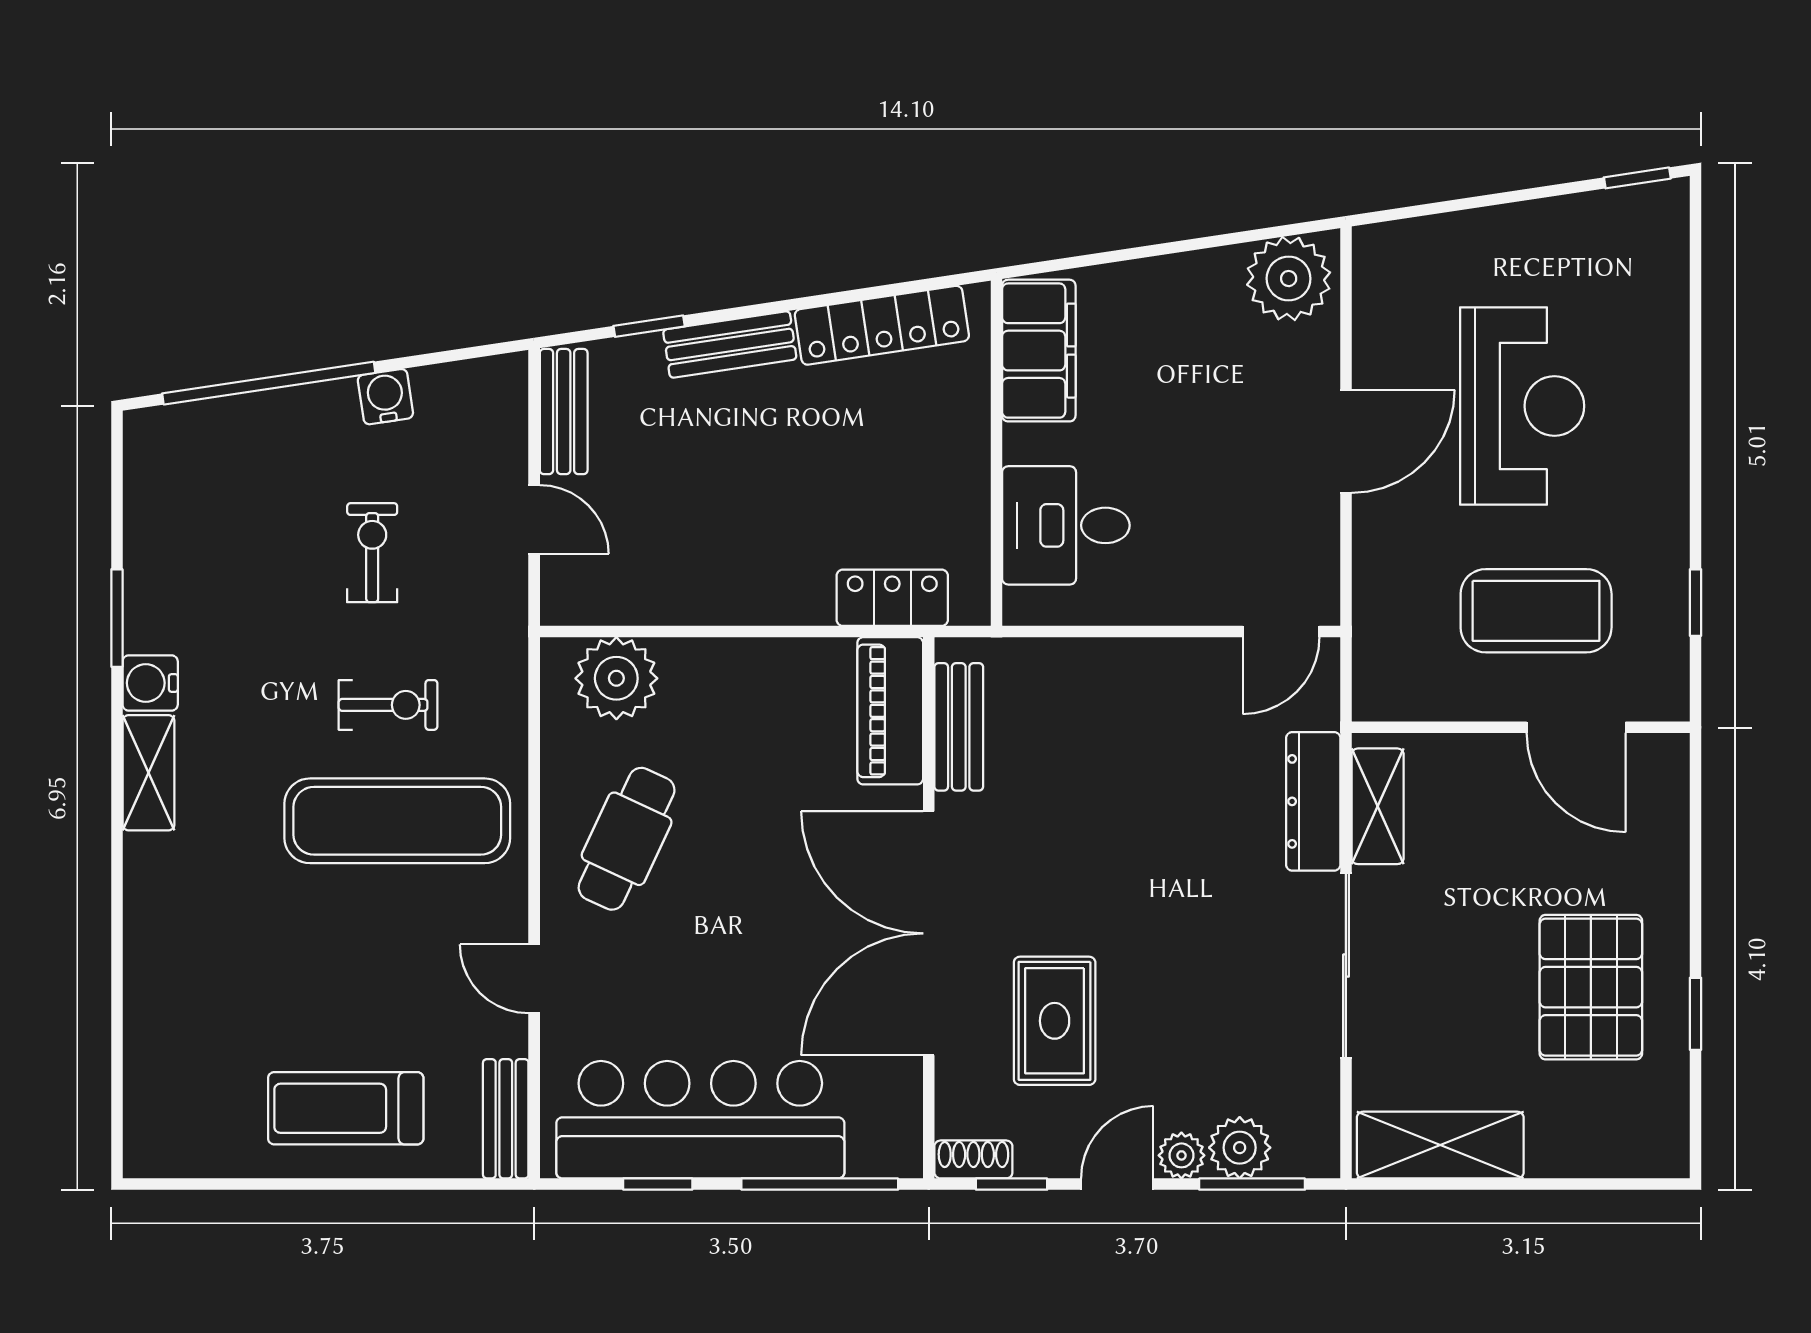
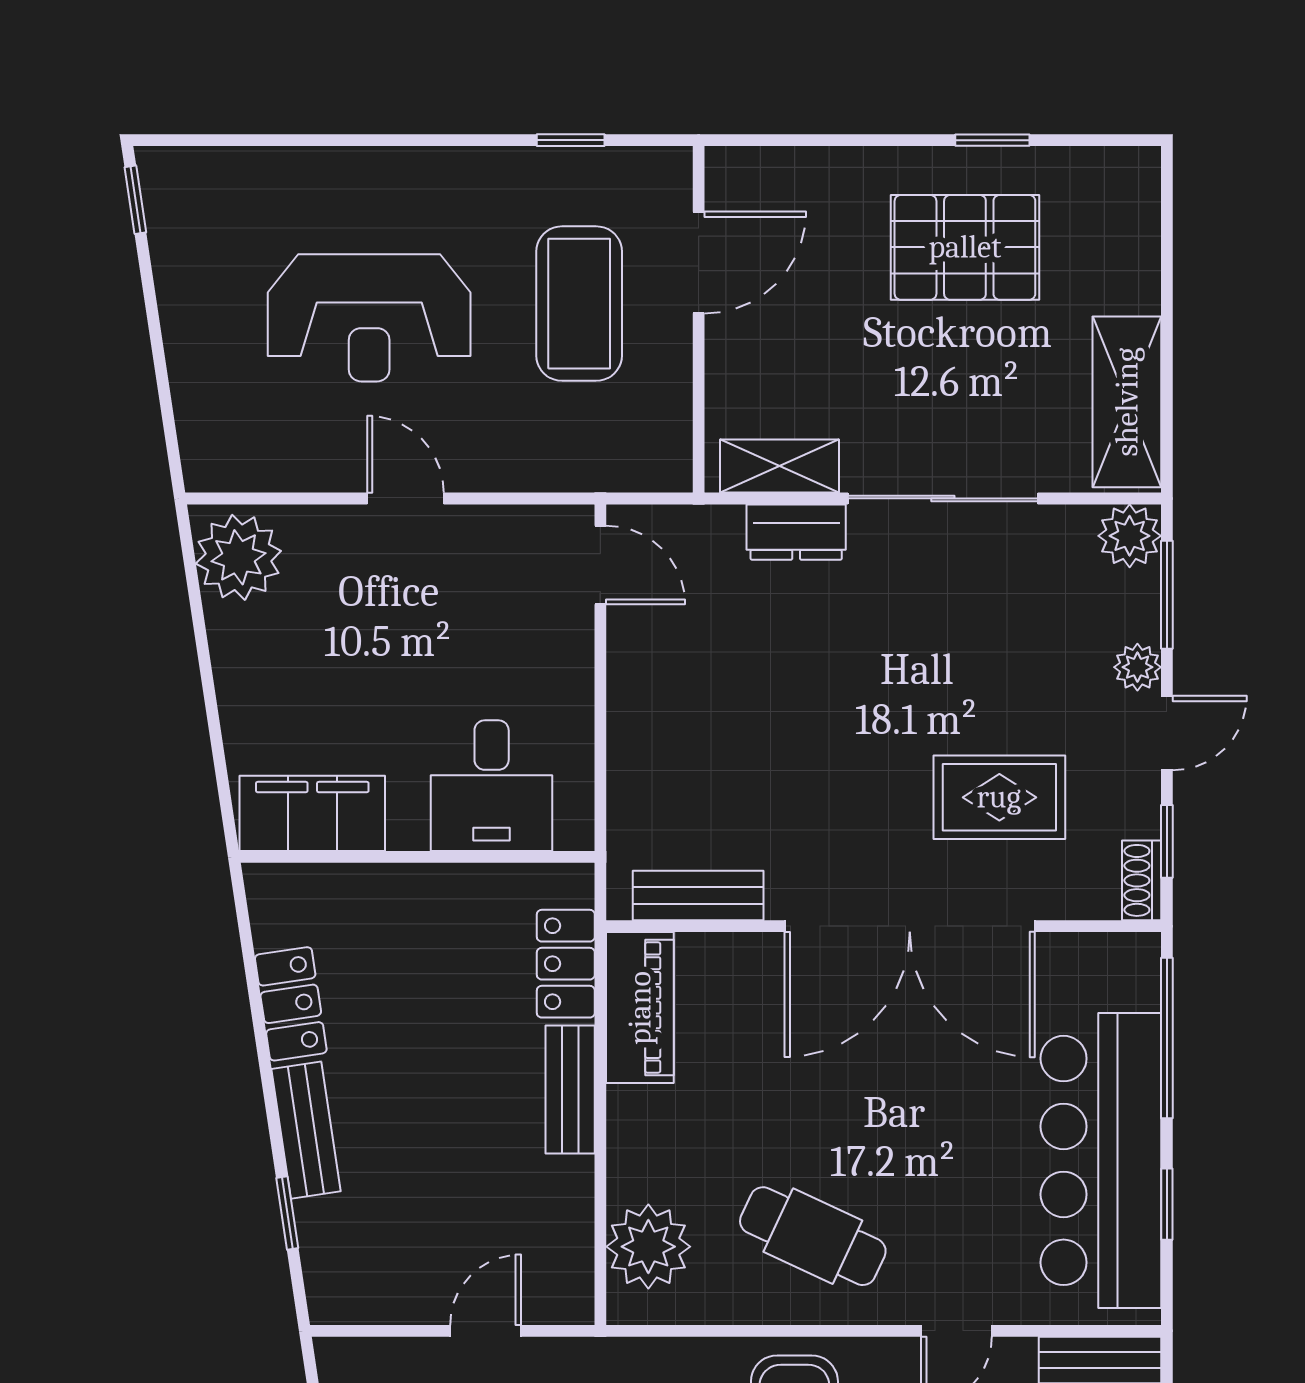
locker: (882, 325) -> (291, 1004), width x0.66
reception desk: (1522, 406) -> (369, 318), turned 180
bench: (564, 412) -> (570, 1089), moved, turned 90
door: (1346, 441) -> (405, 498), width x0.73
piano: (890, 711) -> (640, 1008), moved, turned -90
dresser: (1313, 801) -> (796, 532), width x0.70
plant: (1240, 1148) -> (1130, 536), moved
door: (1117, 1184) -> (1167, 733), swing flipped

